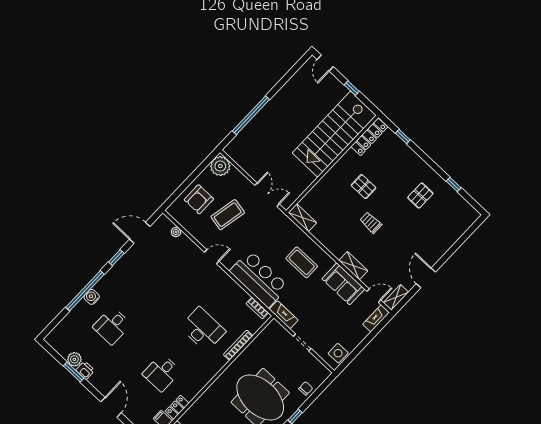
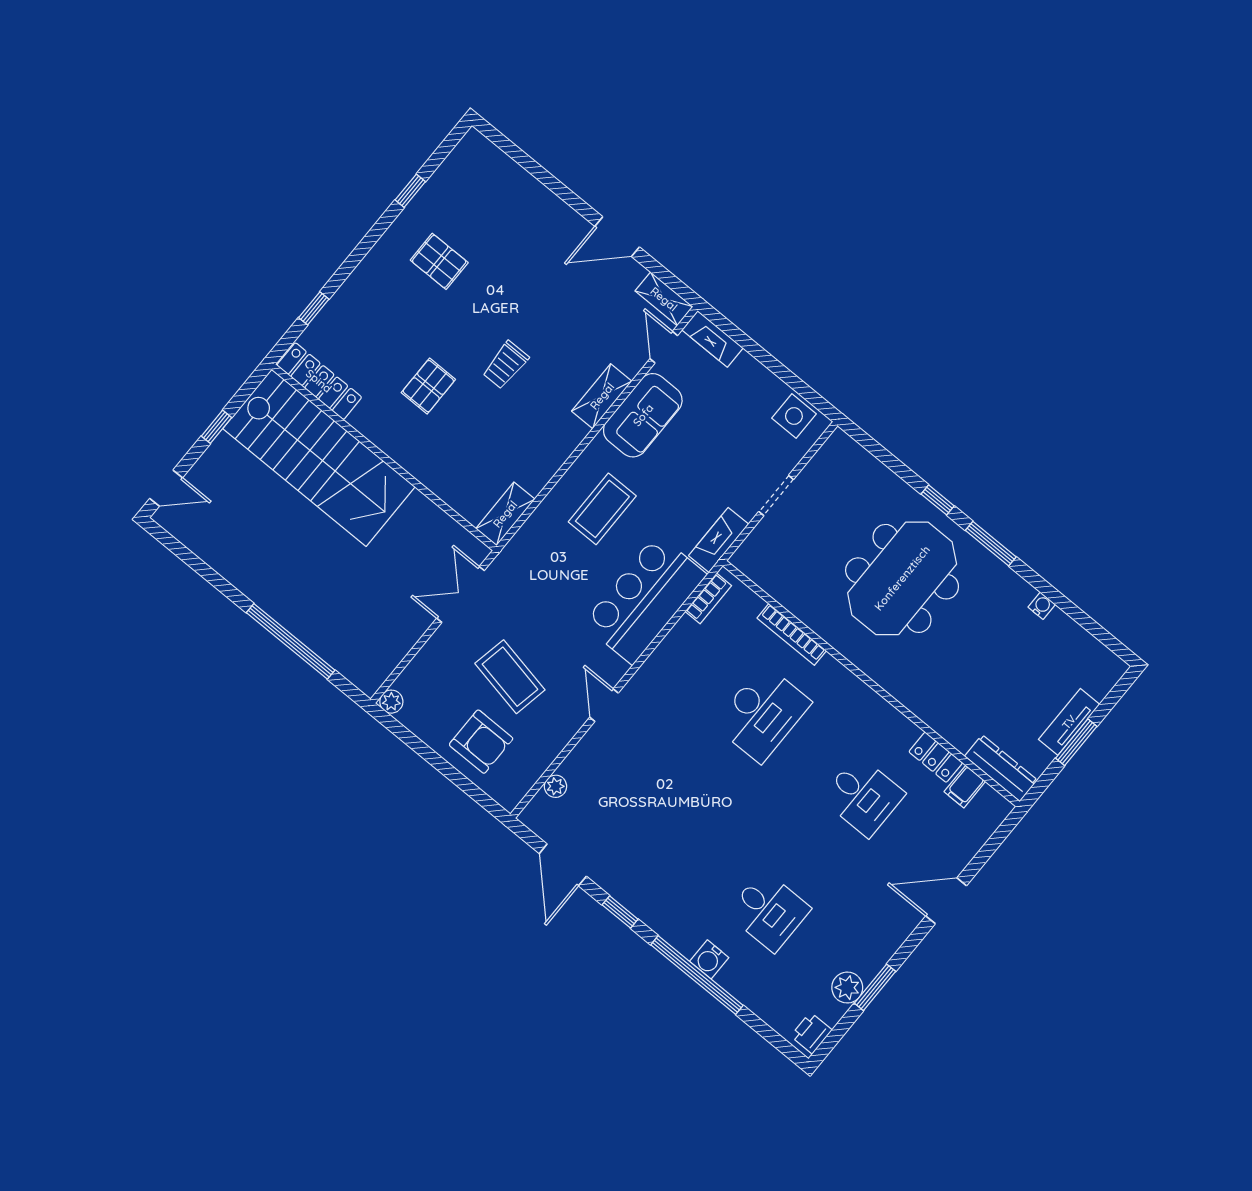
plant: (220, 166) -> (391, 702), width x0.53, depth x0.53
desk: (203, 329) -> (762, 713), turned 180
printer: (85, 370) -> (811, 1033), moved
chair: (306, 388) -> (875, 481), removed

